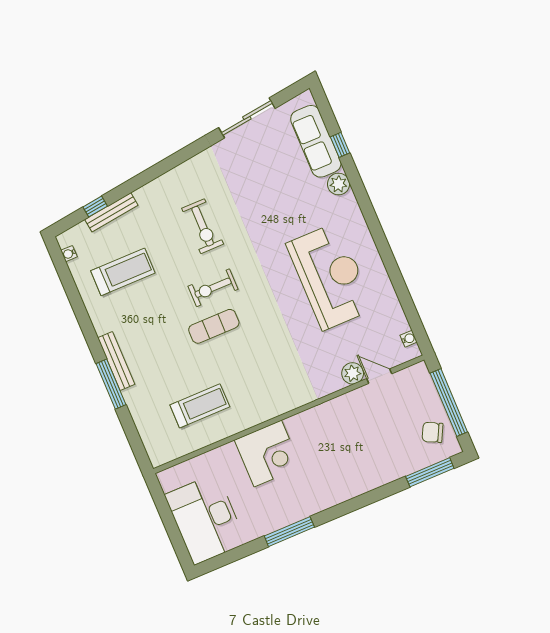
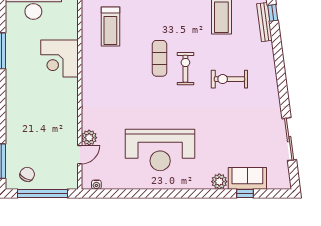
sofa: (316, 141) -> (247, 178), width x0.73

